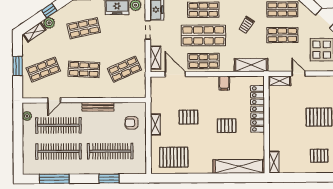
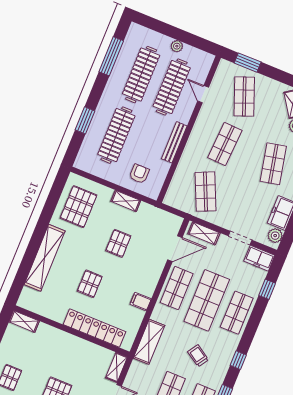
window: (18, 66) -> (248, 63), moved
plant: (27, 116) -> (177, 46), moved
shelving: (239, 166) -> (45, 258), moved

